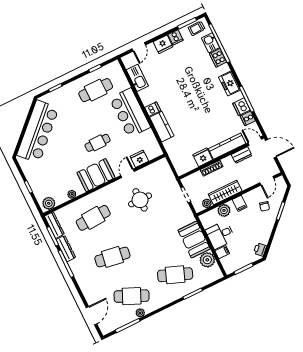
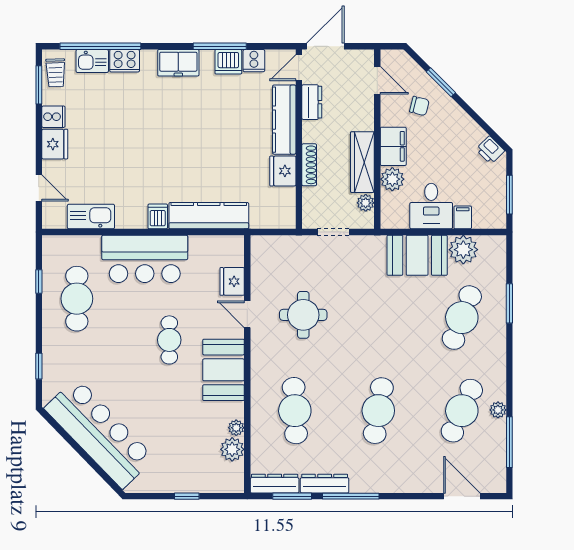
kitchen counter: (162, 127) -> (209, 216), width x1.50
plant: (49, 203) -> (232, 449), moved
filing cabinet: (240, 203) -> (393, 146), width x2.00

